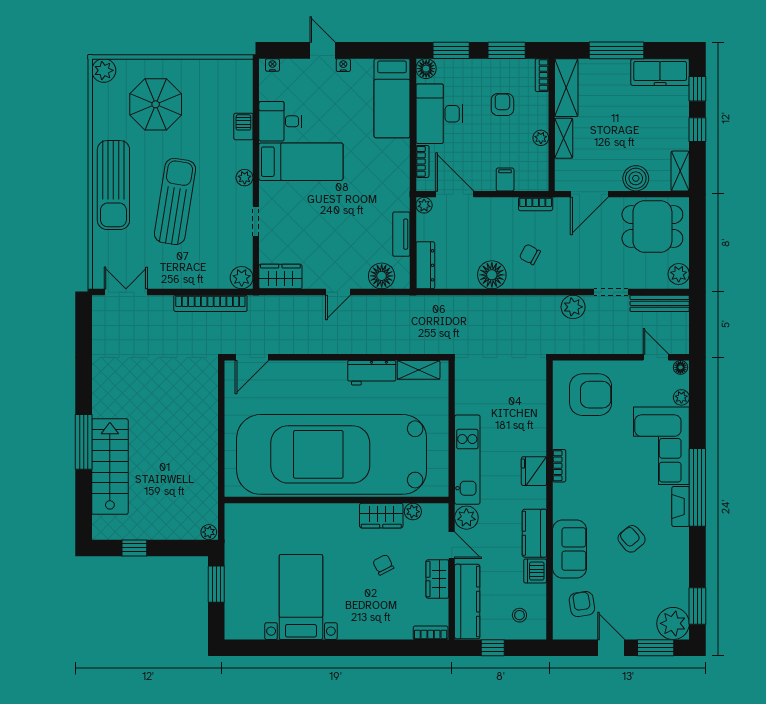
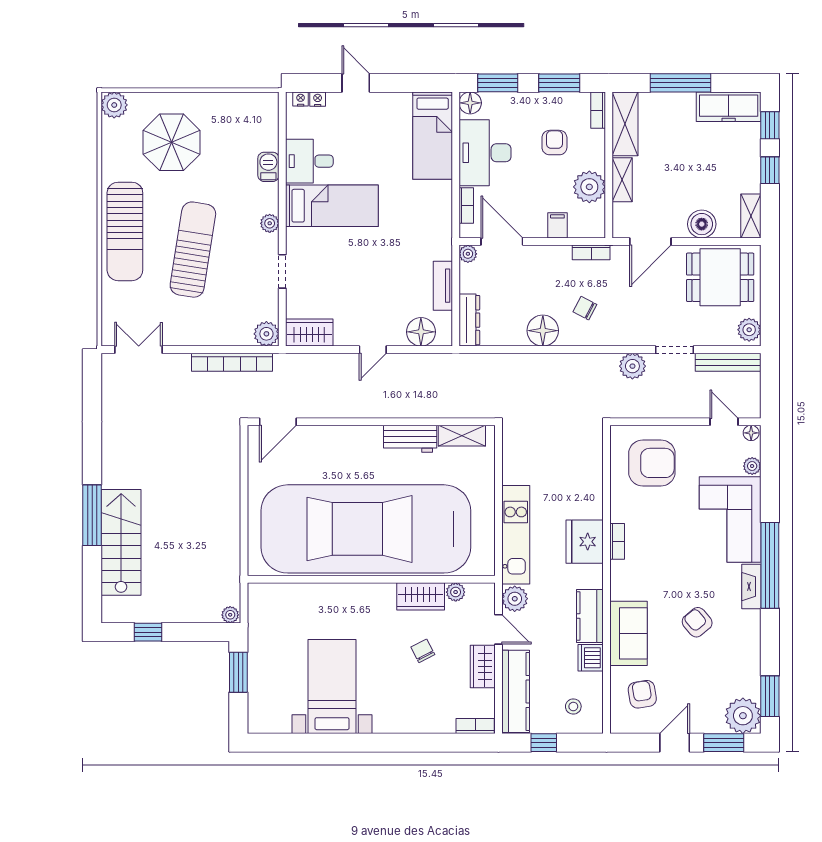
nightstand: (343, 65) -> (318, 99), moved
plant: (541, 138) -> (589, 187), width x1.88, depth x1.88
fridge: (534, 471) -> (585, 542), width x1.36, depth x1.34
door: (611, 648) -> (675, 743), hinge flipped

